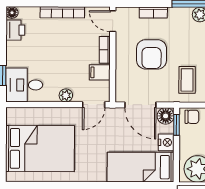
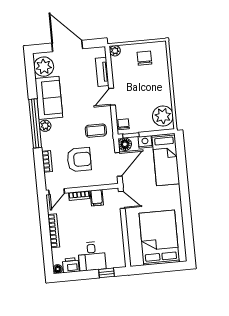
desk: (24, 85) -> (92, 256), moved
plant: (66, 95) -> (117, 222), removed

